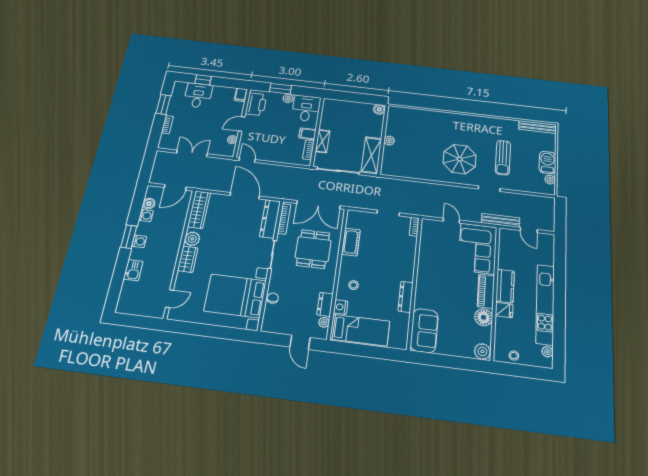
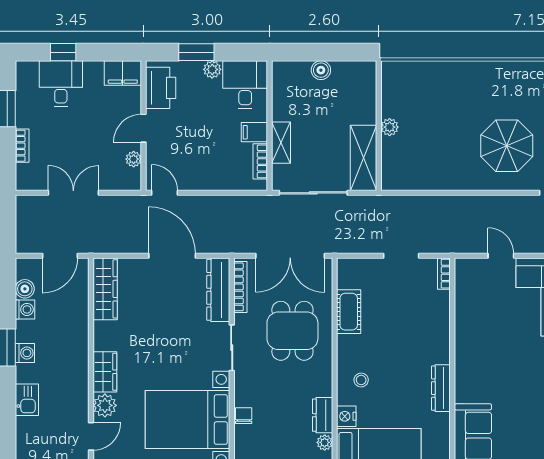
filing cabinet: (241, 95) -> (123, 73), width x2.00
boiler: (379, 109) -> (321, 70), moved
plant: (192, 239) -> (105, 405), moved

